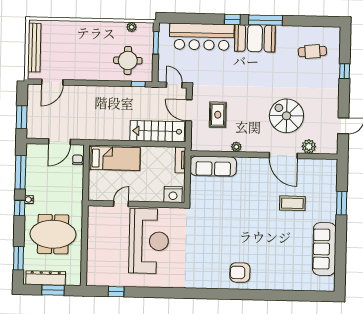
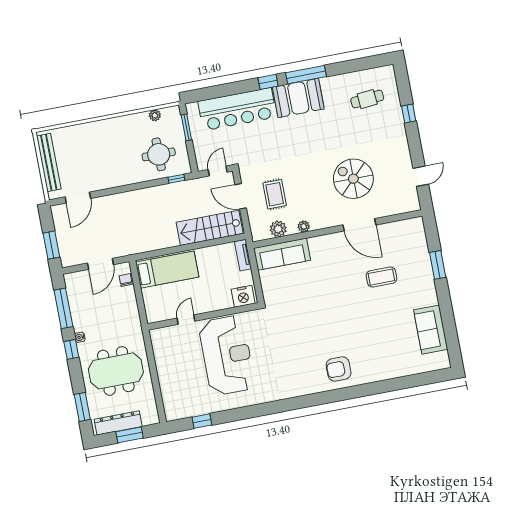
door: (174, 85) -> (218, 171), hinge flipped
plant: (309, 146) -> (278, 229), moved
sofa: (324, 249) -> (431, 330), width x0.73

